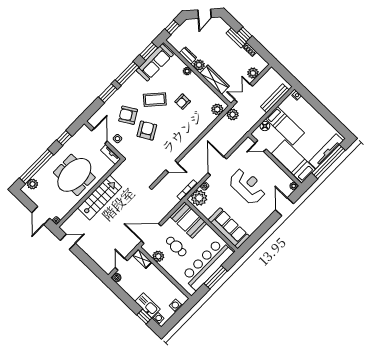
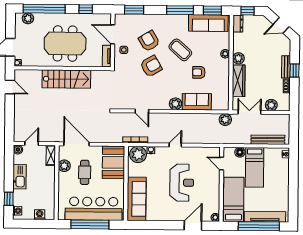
dresser: (188, 55) -> (238, 24), moved
window: (108, 93) -> (134, 10), moved
plant: (217, 109) -> (175, 104), moved
sofa: (202, 122) -> (197, 102), added
door: (99, 136) -> (113, 34), swing flipped
door: (217, 166) -> (175, 145), width x0.53
window: (216, 277) -> (90, 224), width x1.46
kitchen sink: (147, 305) -> (20, 177), moved

